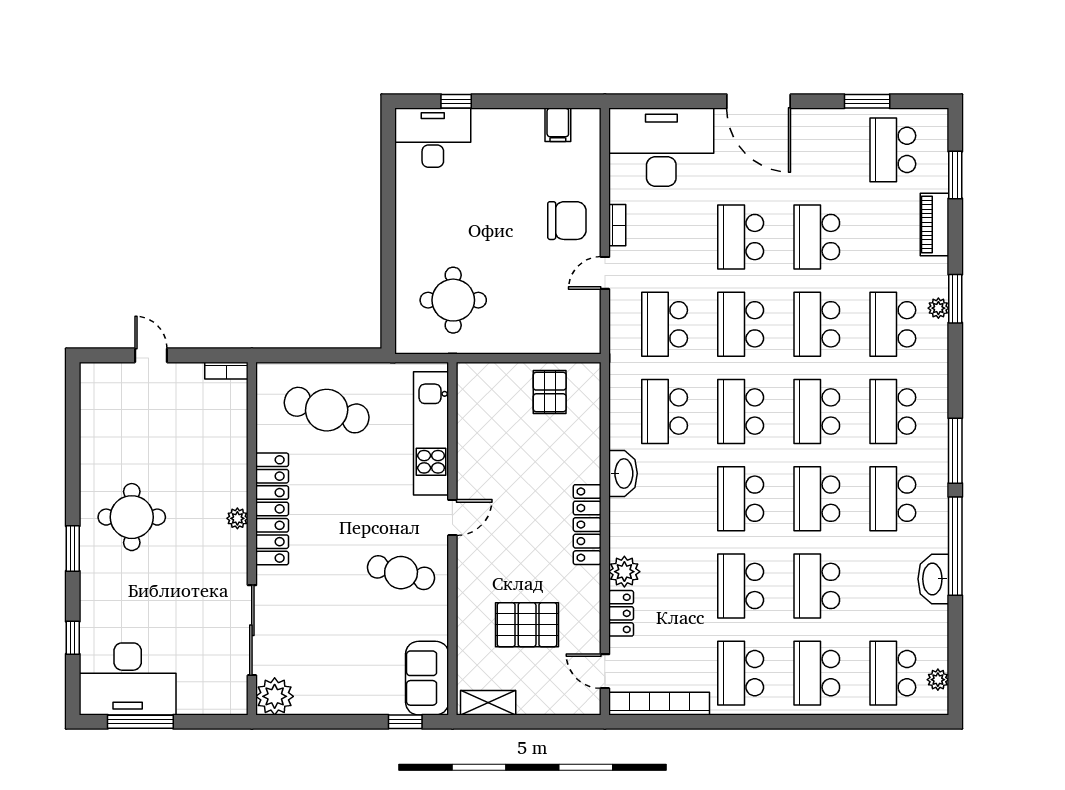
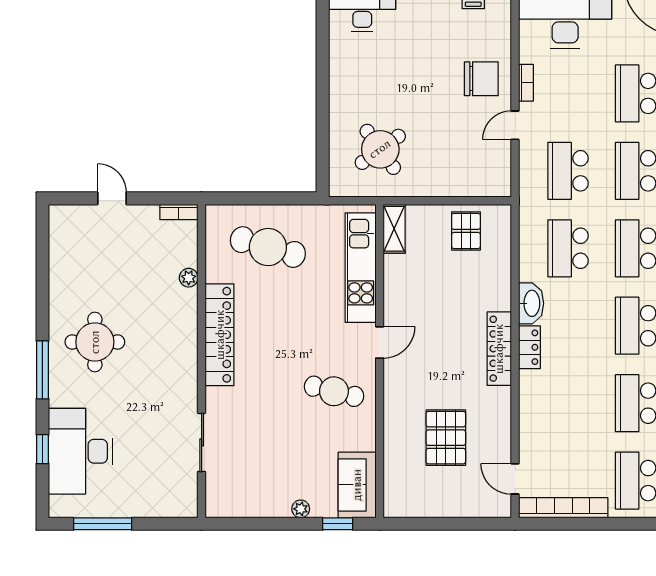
round table: (453, 300) -> (380, 149), turned -36
plant: (237, 518) -> (189, 278), moved
window: (73, 548) -> (42, 370), width x1.44
plant: (624, 572) -> (532, 390), removed
locker: (621, 613) -> (529, 347), moved
pallet: (527, 625) -> (446, 438), turned 90
sliding door: (252, 630) -> (202, 442), width x0.73
desk: (128, 679) -> (80, 451), moved, turned 90
plant: (275, 696) -> (301, 509), moved, width x0.53, depth x0.53
shelving: (488, 703) -> (394, 229), moved, turned 90

